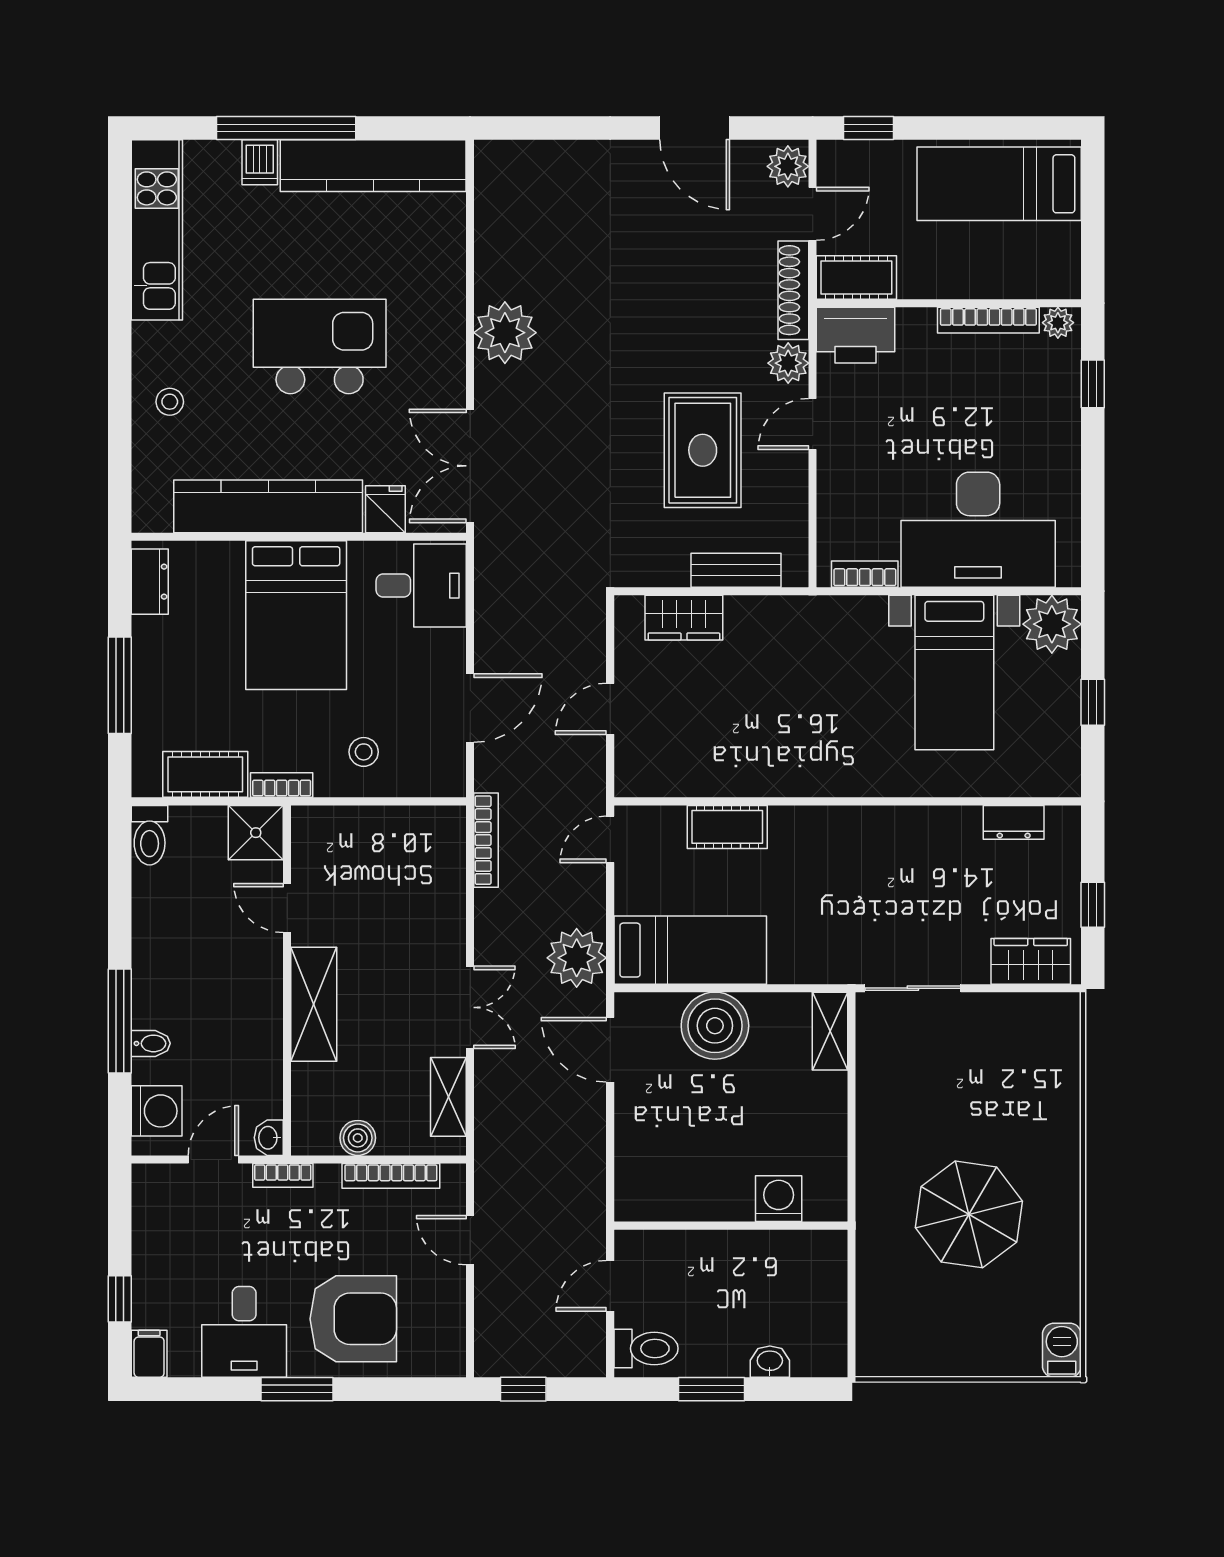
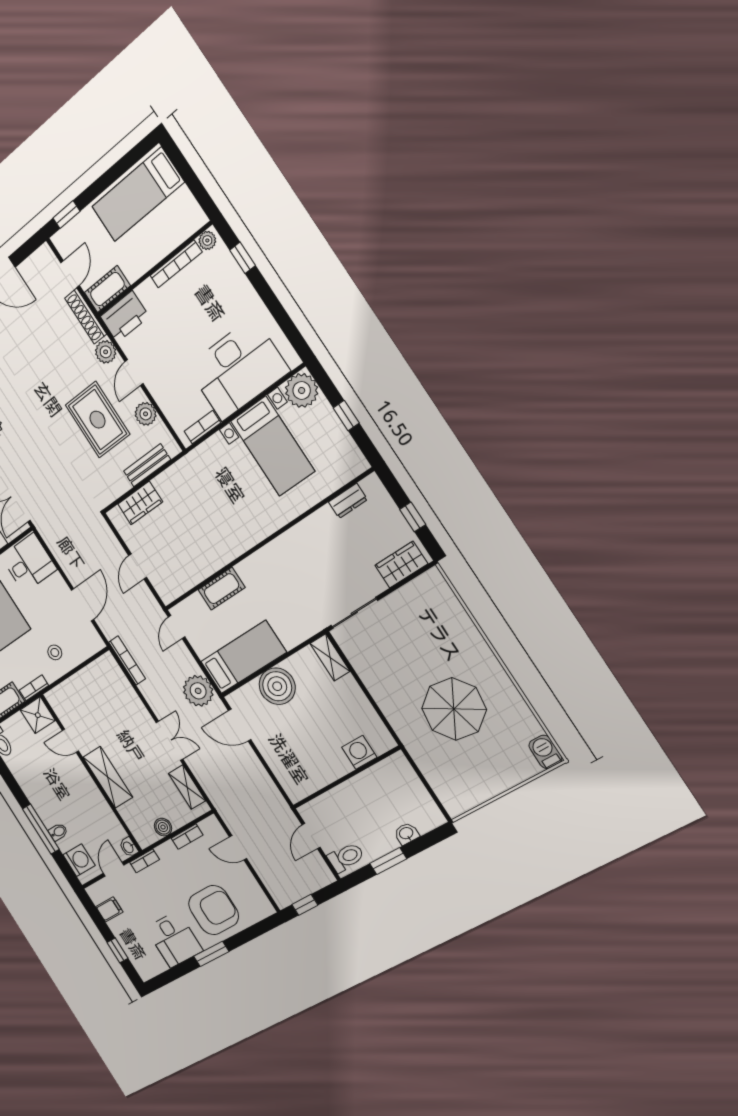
plant: (788, 166) -> (146, 414), moved
bookcase: (391, 1176) -> (187, 837), width x0.64
filing cabinet: (149, 1354) -> (109, 909), moved, turned 90

